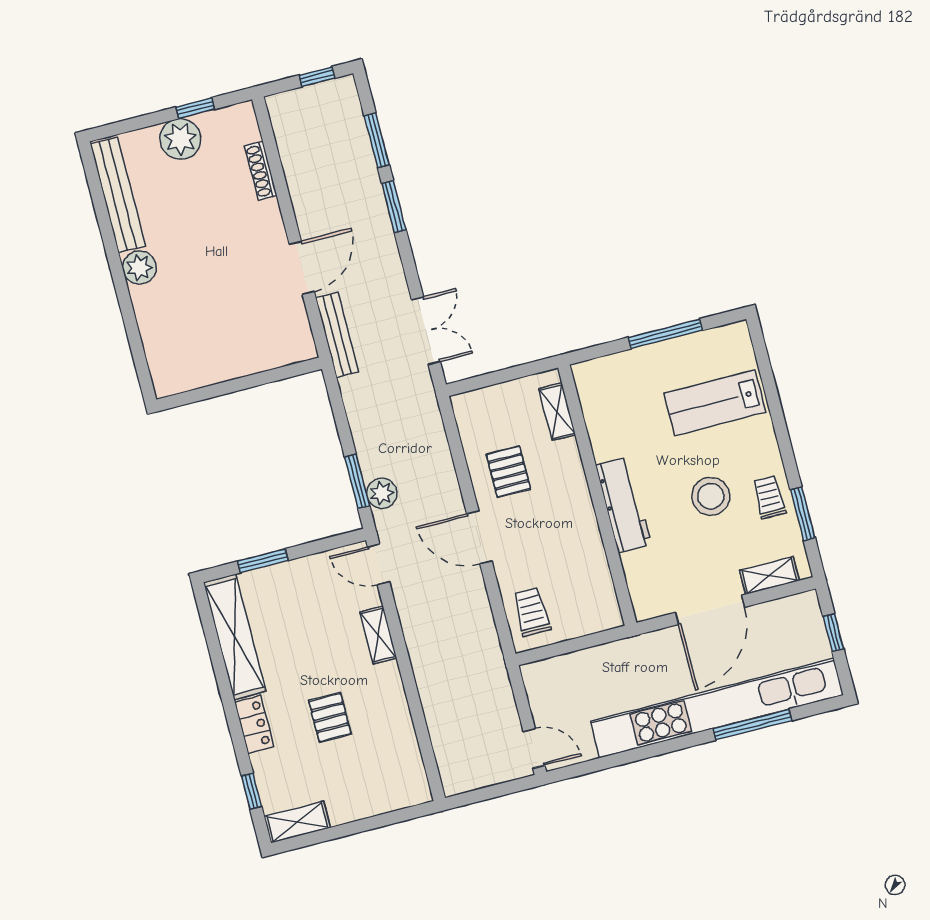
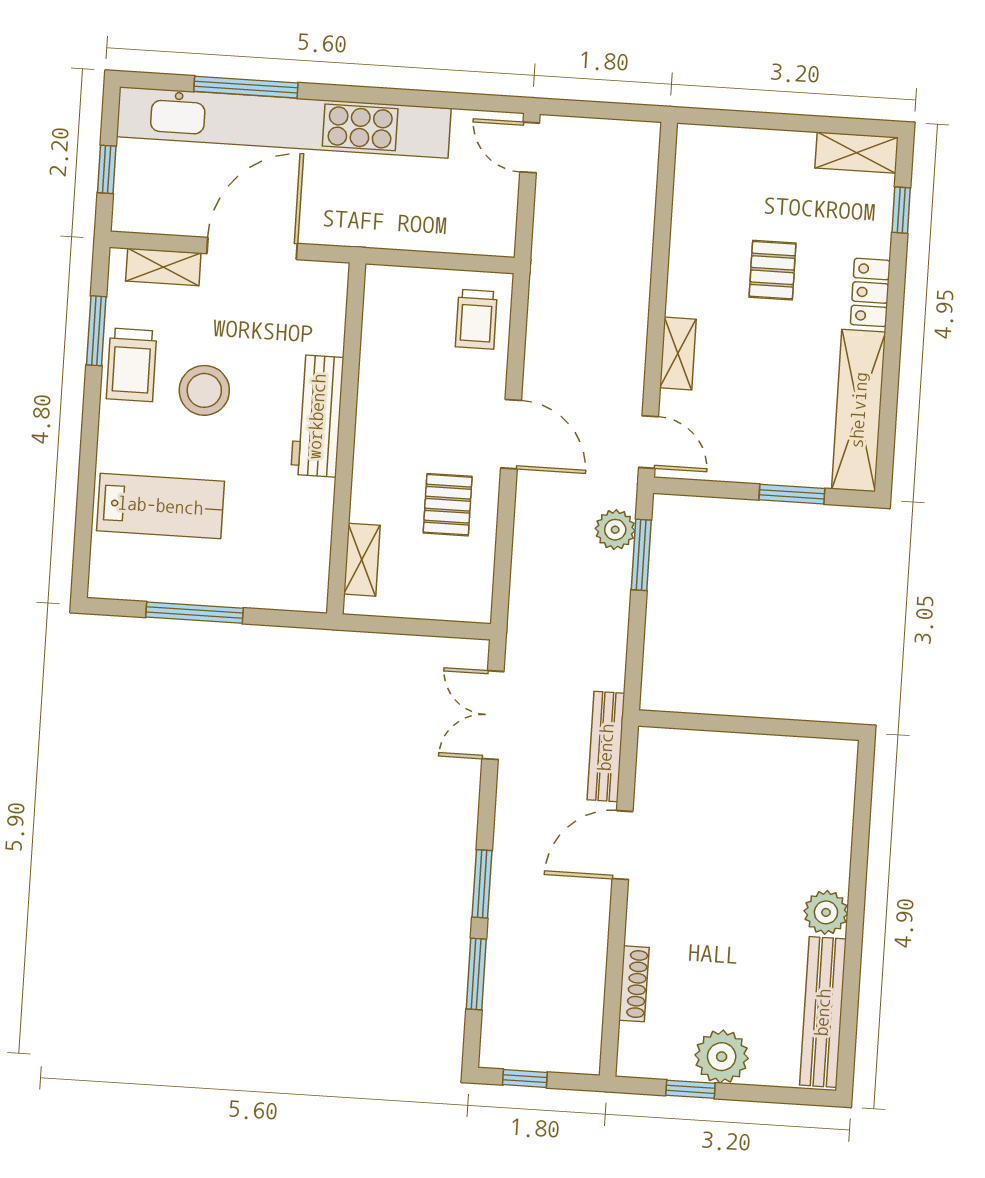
trolley: (769, 497) -> (132, 365), width x1.36, depth x1.39

